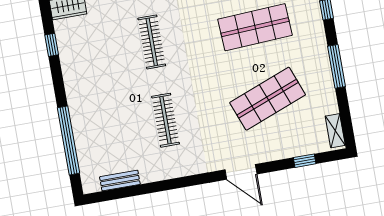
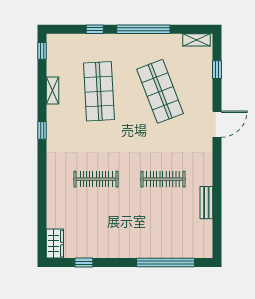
window: (337, 66) -> (143, 29), width x1.46
bench: (120, 181) -> (206, 203), moved

